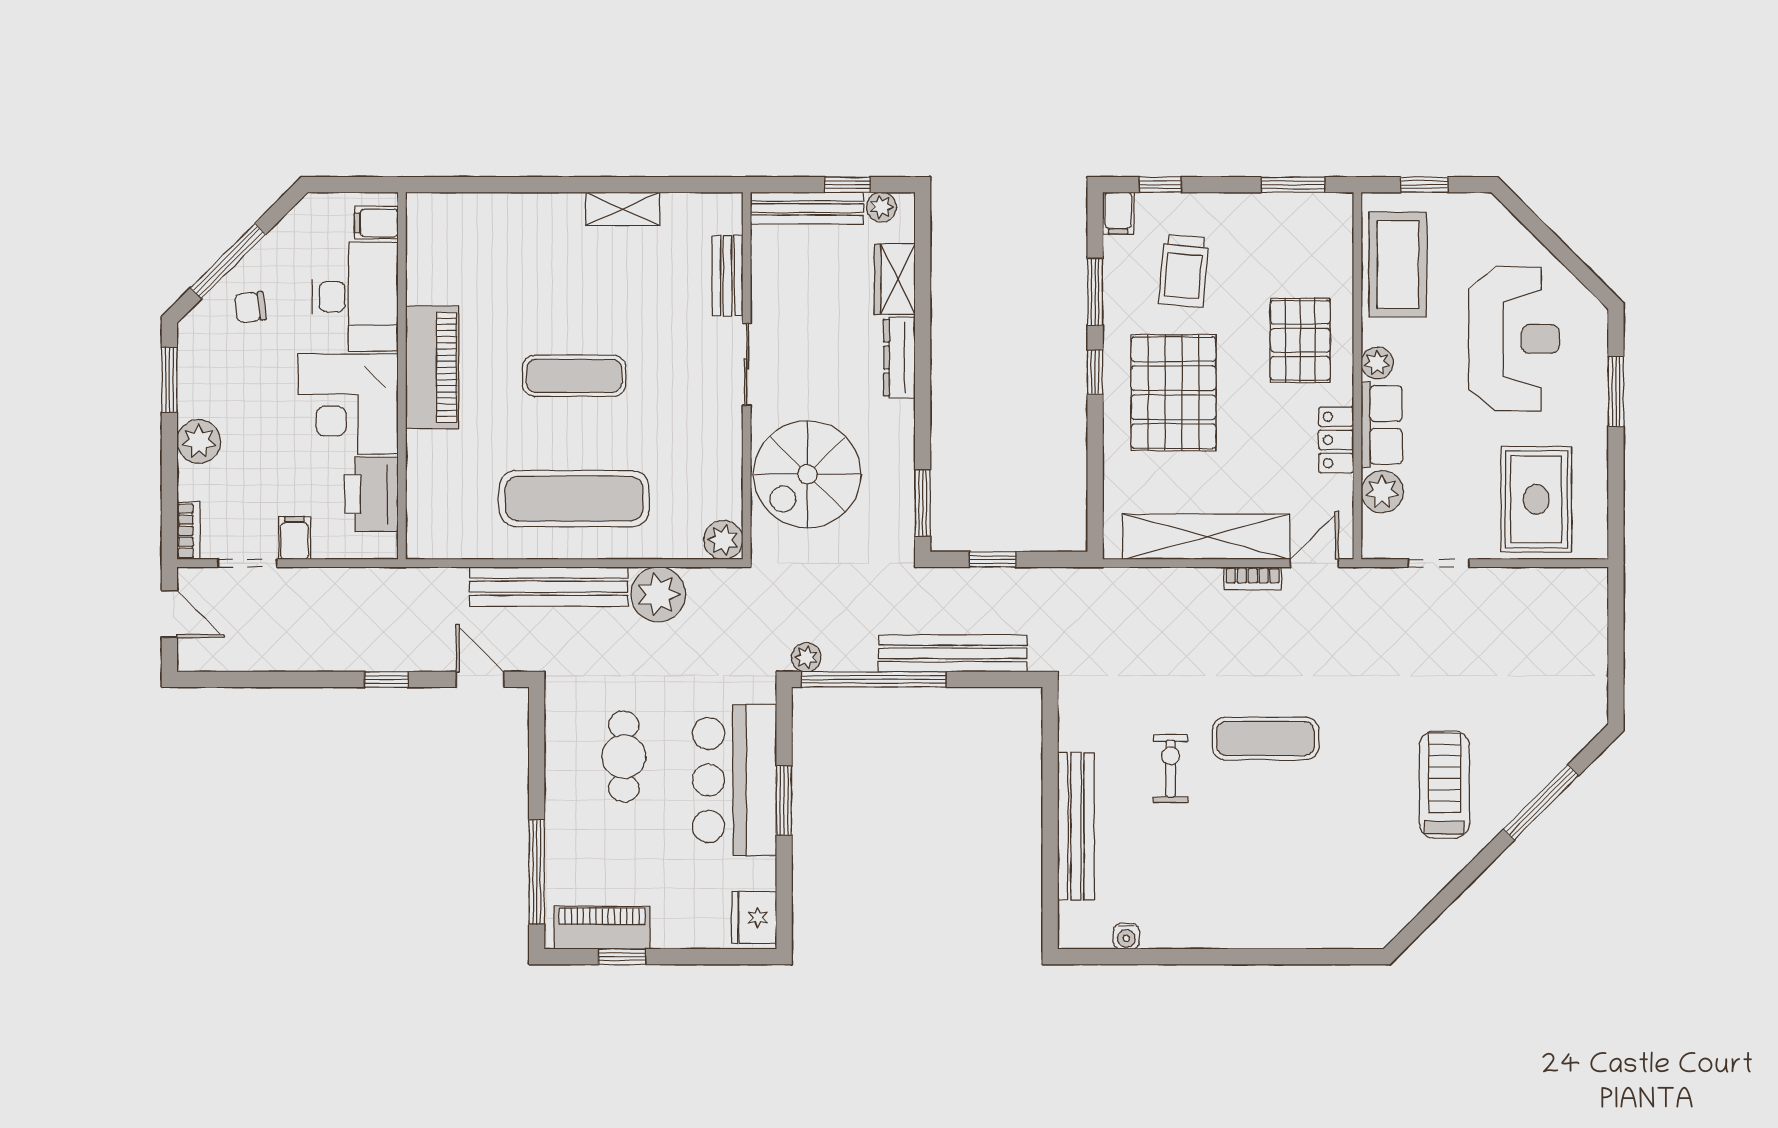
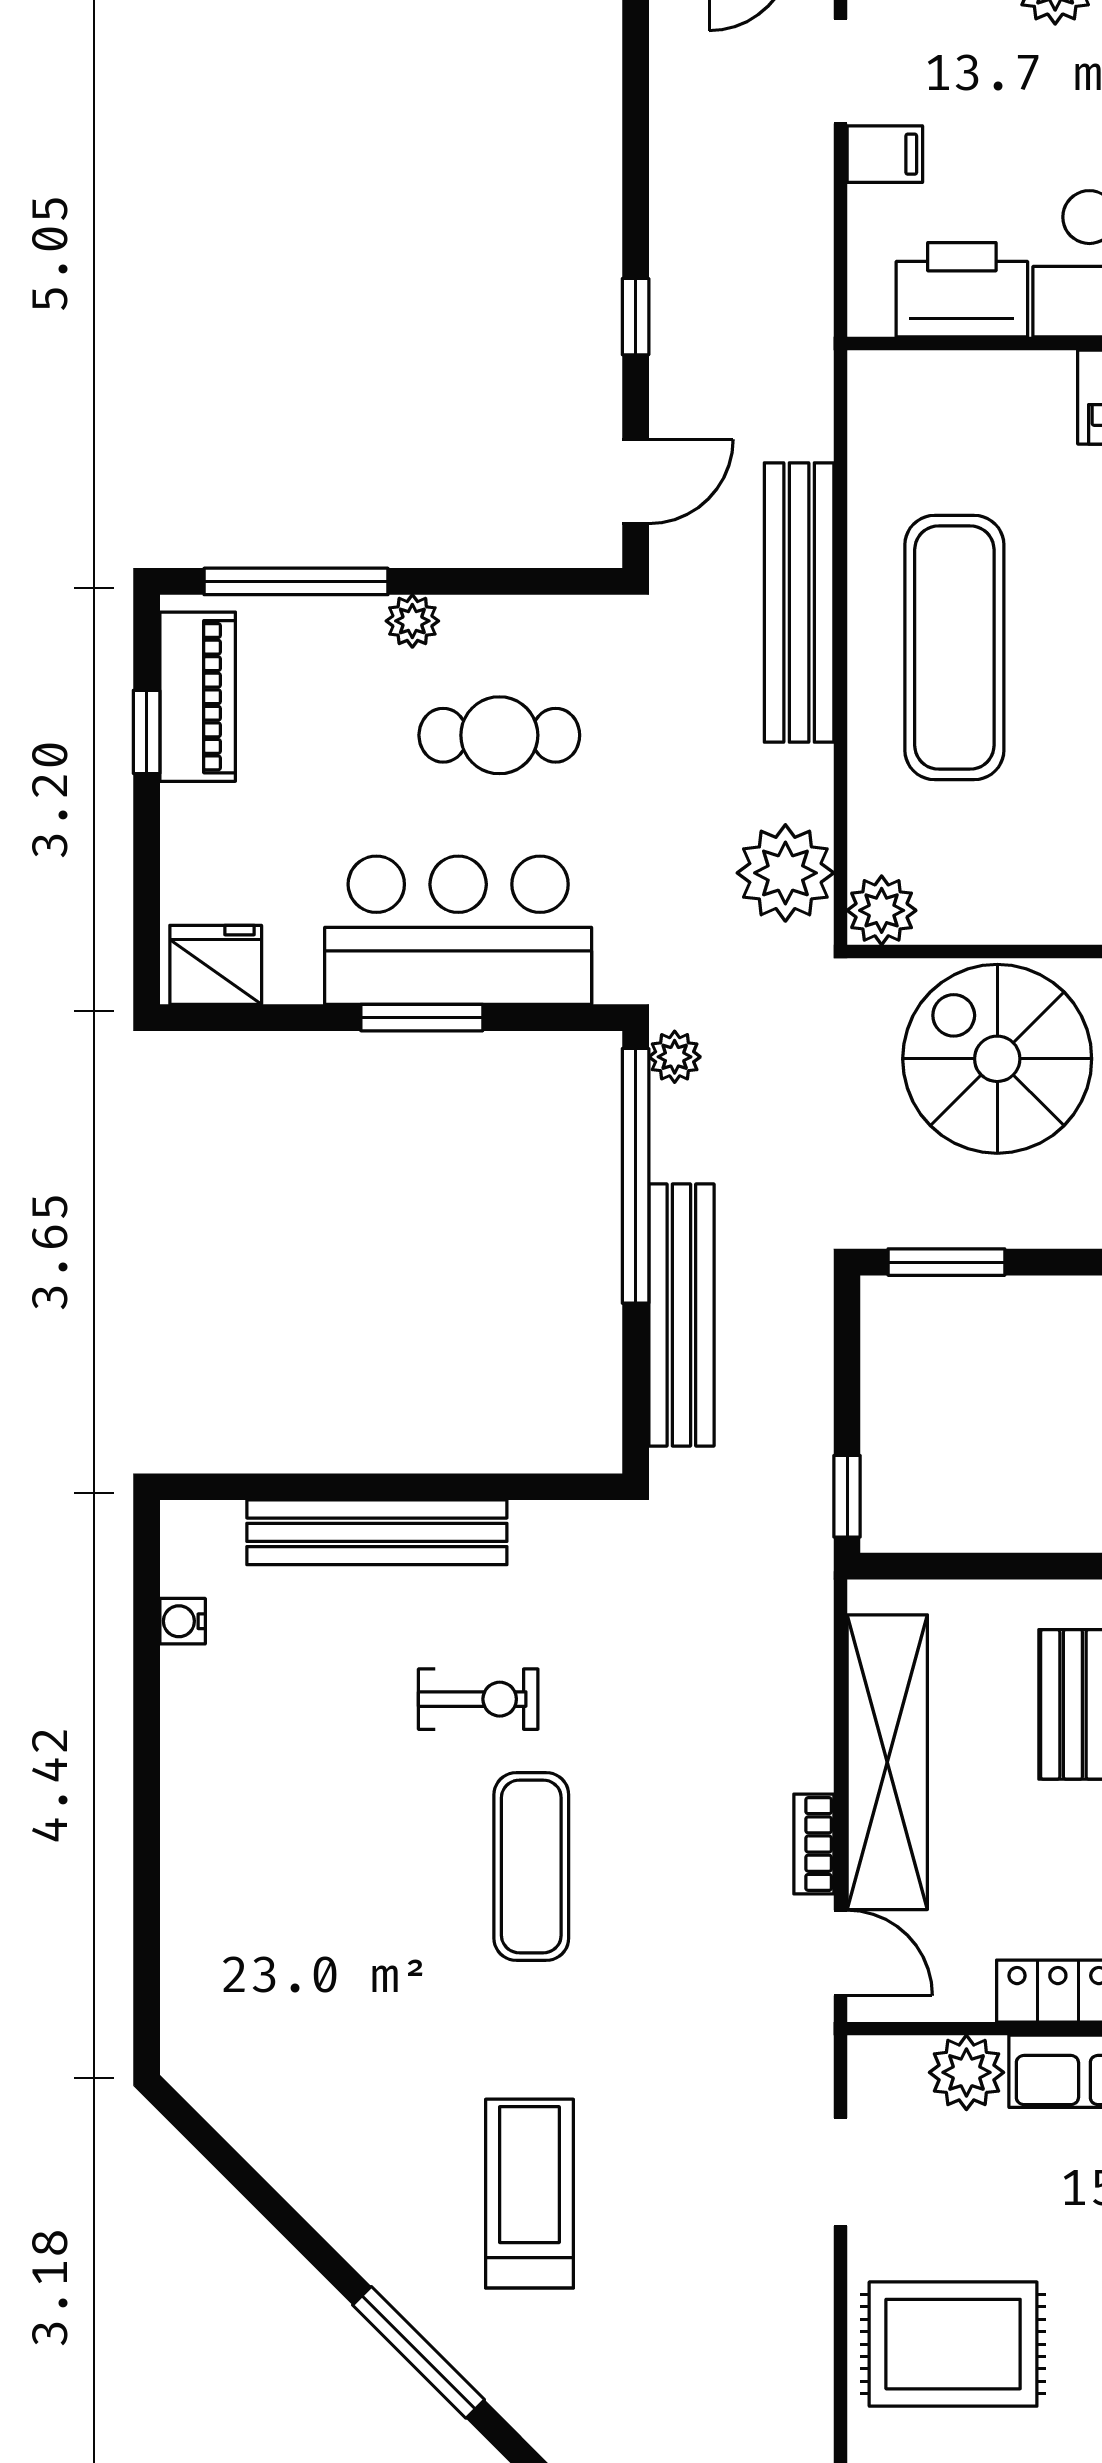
window: (993, 559) -> (847, 1496), moved
plant: (658, 594) -> (785, 873), moved
treadmill: (1444, 785) -> (529, 2194), moved, turned -90
plant: (559, 806) -> (412, 621), added

